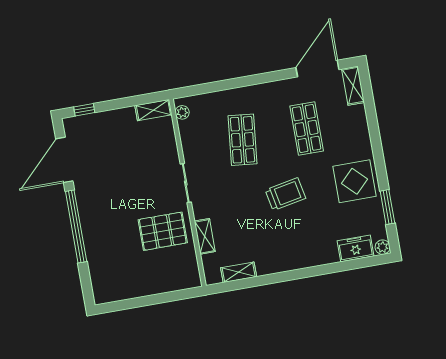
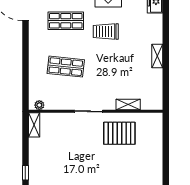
trolley: (285, 194) -> (106, 32), moved, turned -79
pallet: (163, 231) -> (119, 133), turned 90
shelving: (239, 272) -> (157, 56), moved

